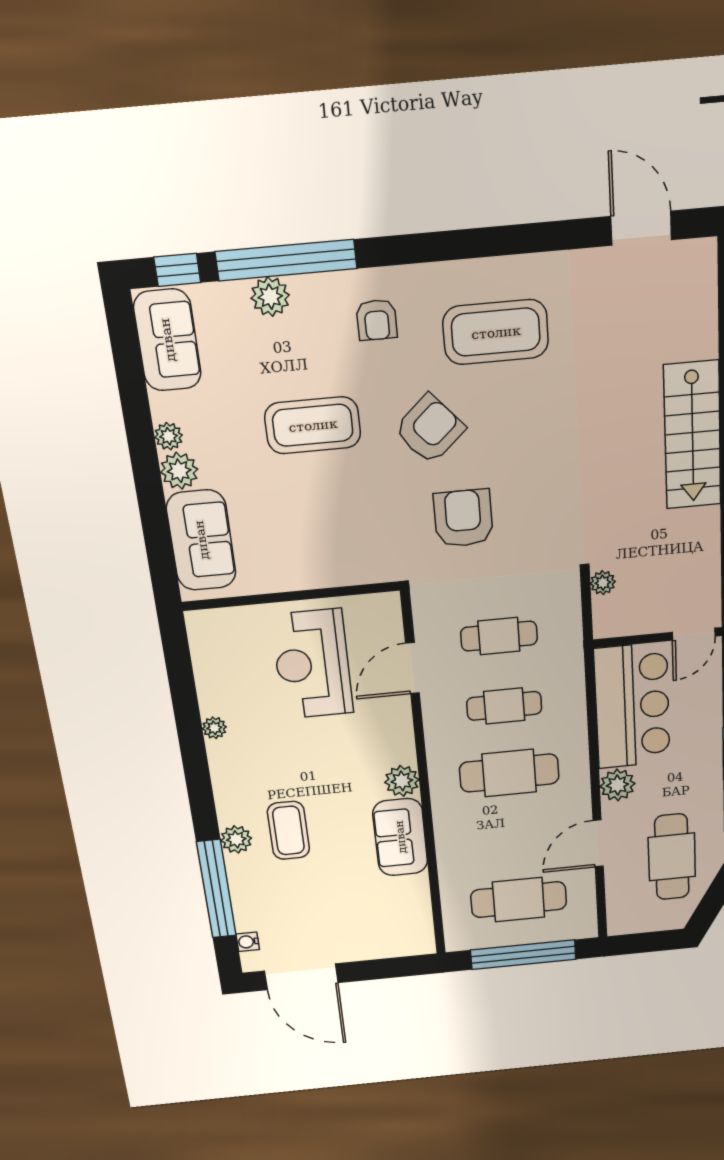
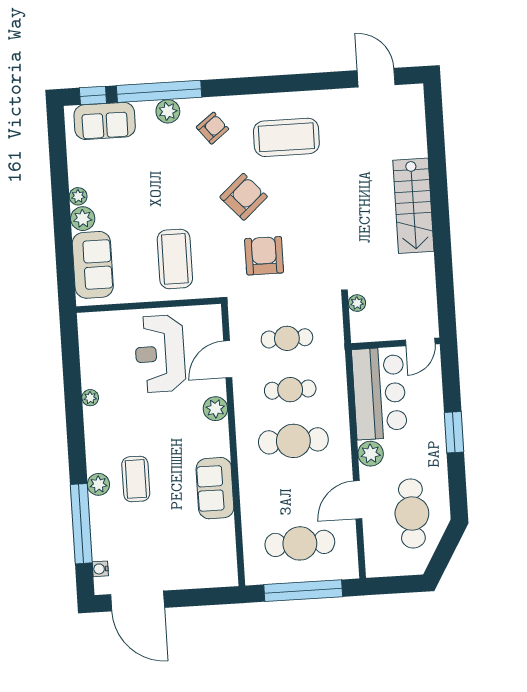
plant: (270, 297) -> (168, 111), moved
armchair: (377, 320) -> (213, 128), turned -128
sofa: (167, 340) -> (105, 121), moved, turned 90
coffee table: (313, 425) -> (175, 259), moved, turned 90
plant: (402, 781) -> (215, 409), moved

